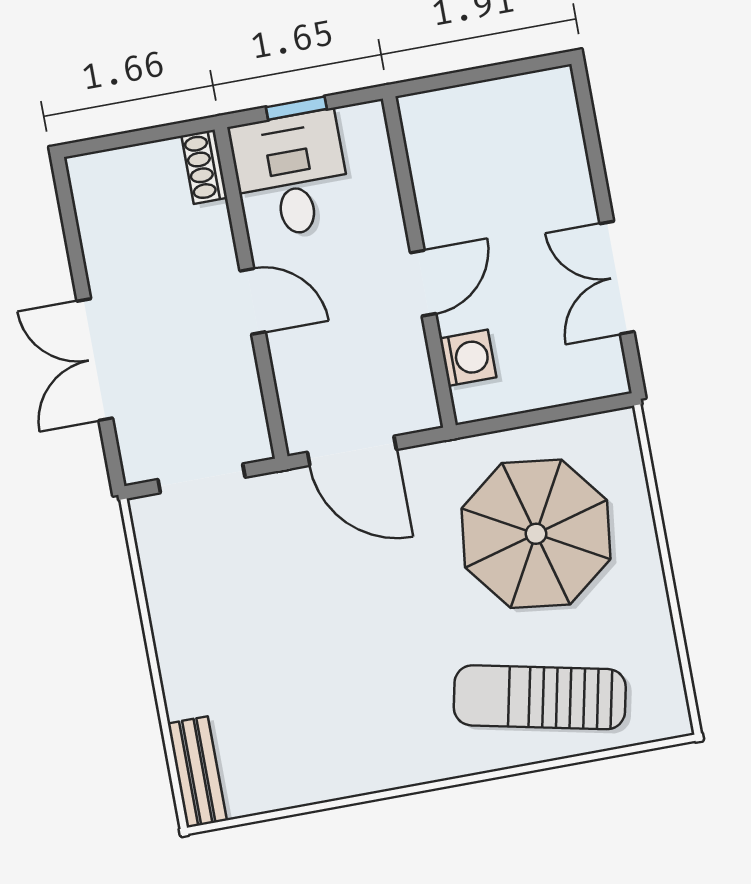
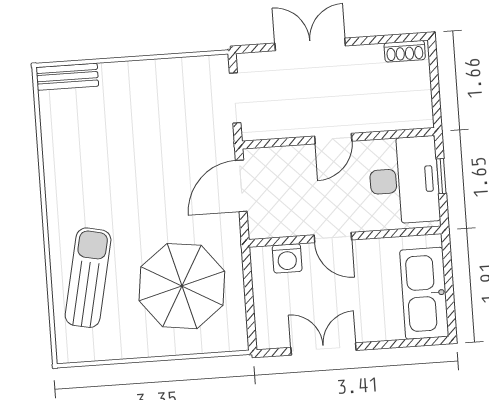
kitchen sink: (502, 115) -> (424, 293), added
shoe rack: (204, 167) -> (405, 51), moved, turned 180
desk: (291, 175) -> (404, 180), width x1.37

